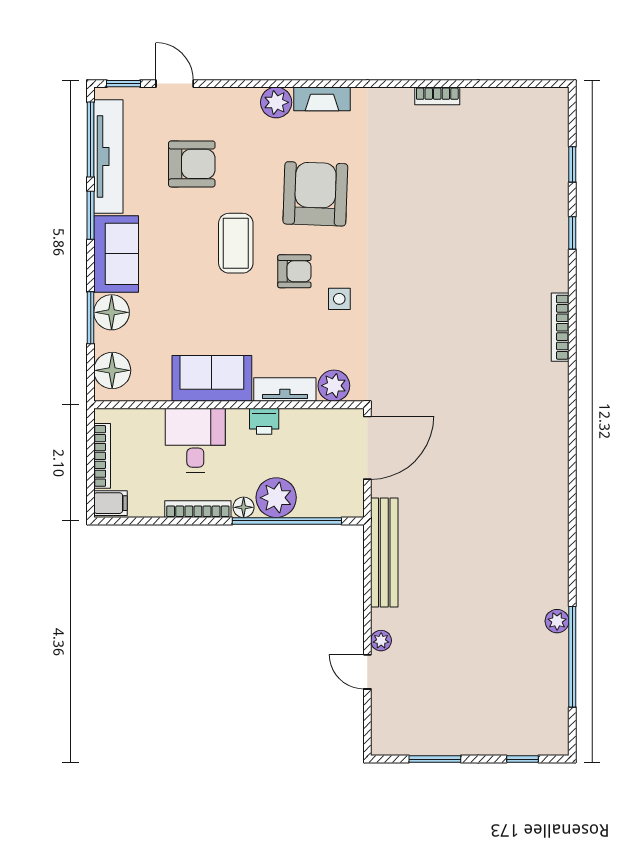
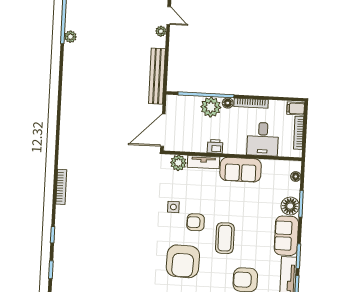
floor lamp: (112, 370) -> (296, 176), width x0.53, depth x0.53
desk: (195, 440) -> (263, 139), moved

